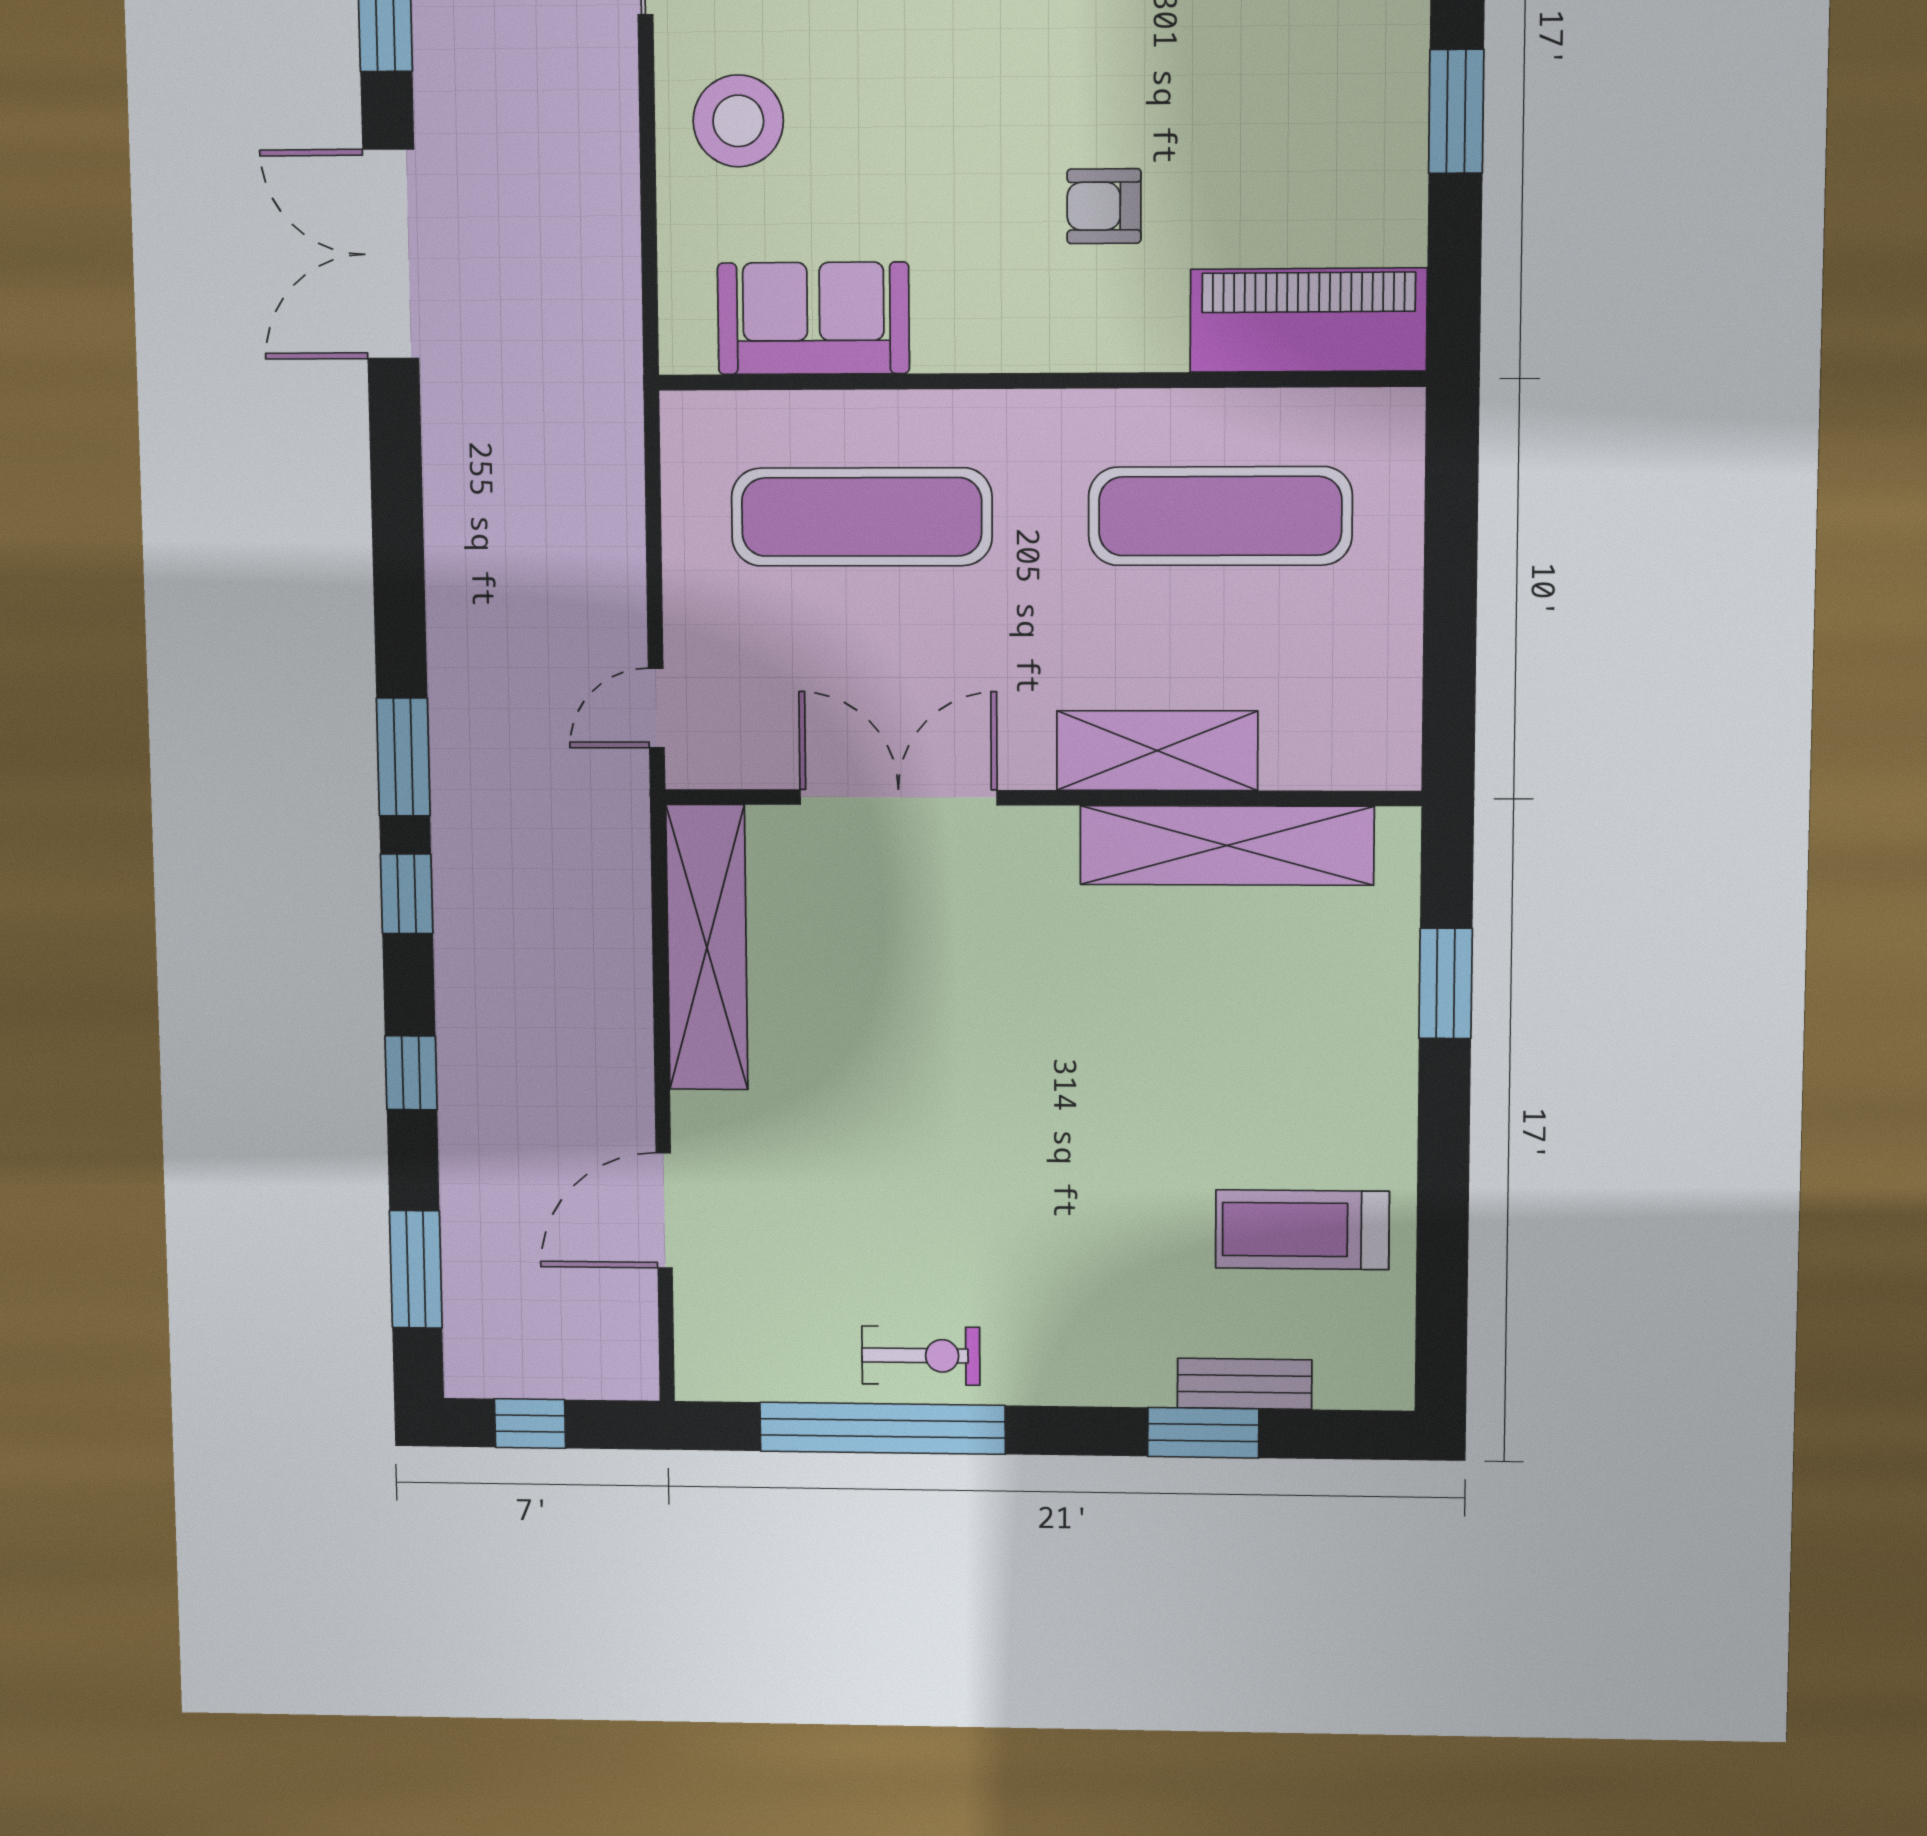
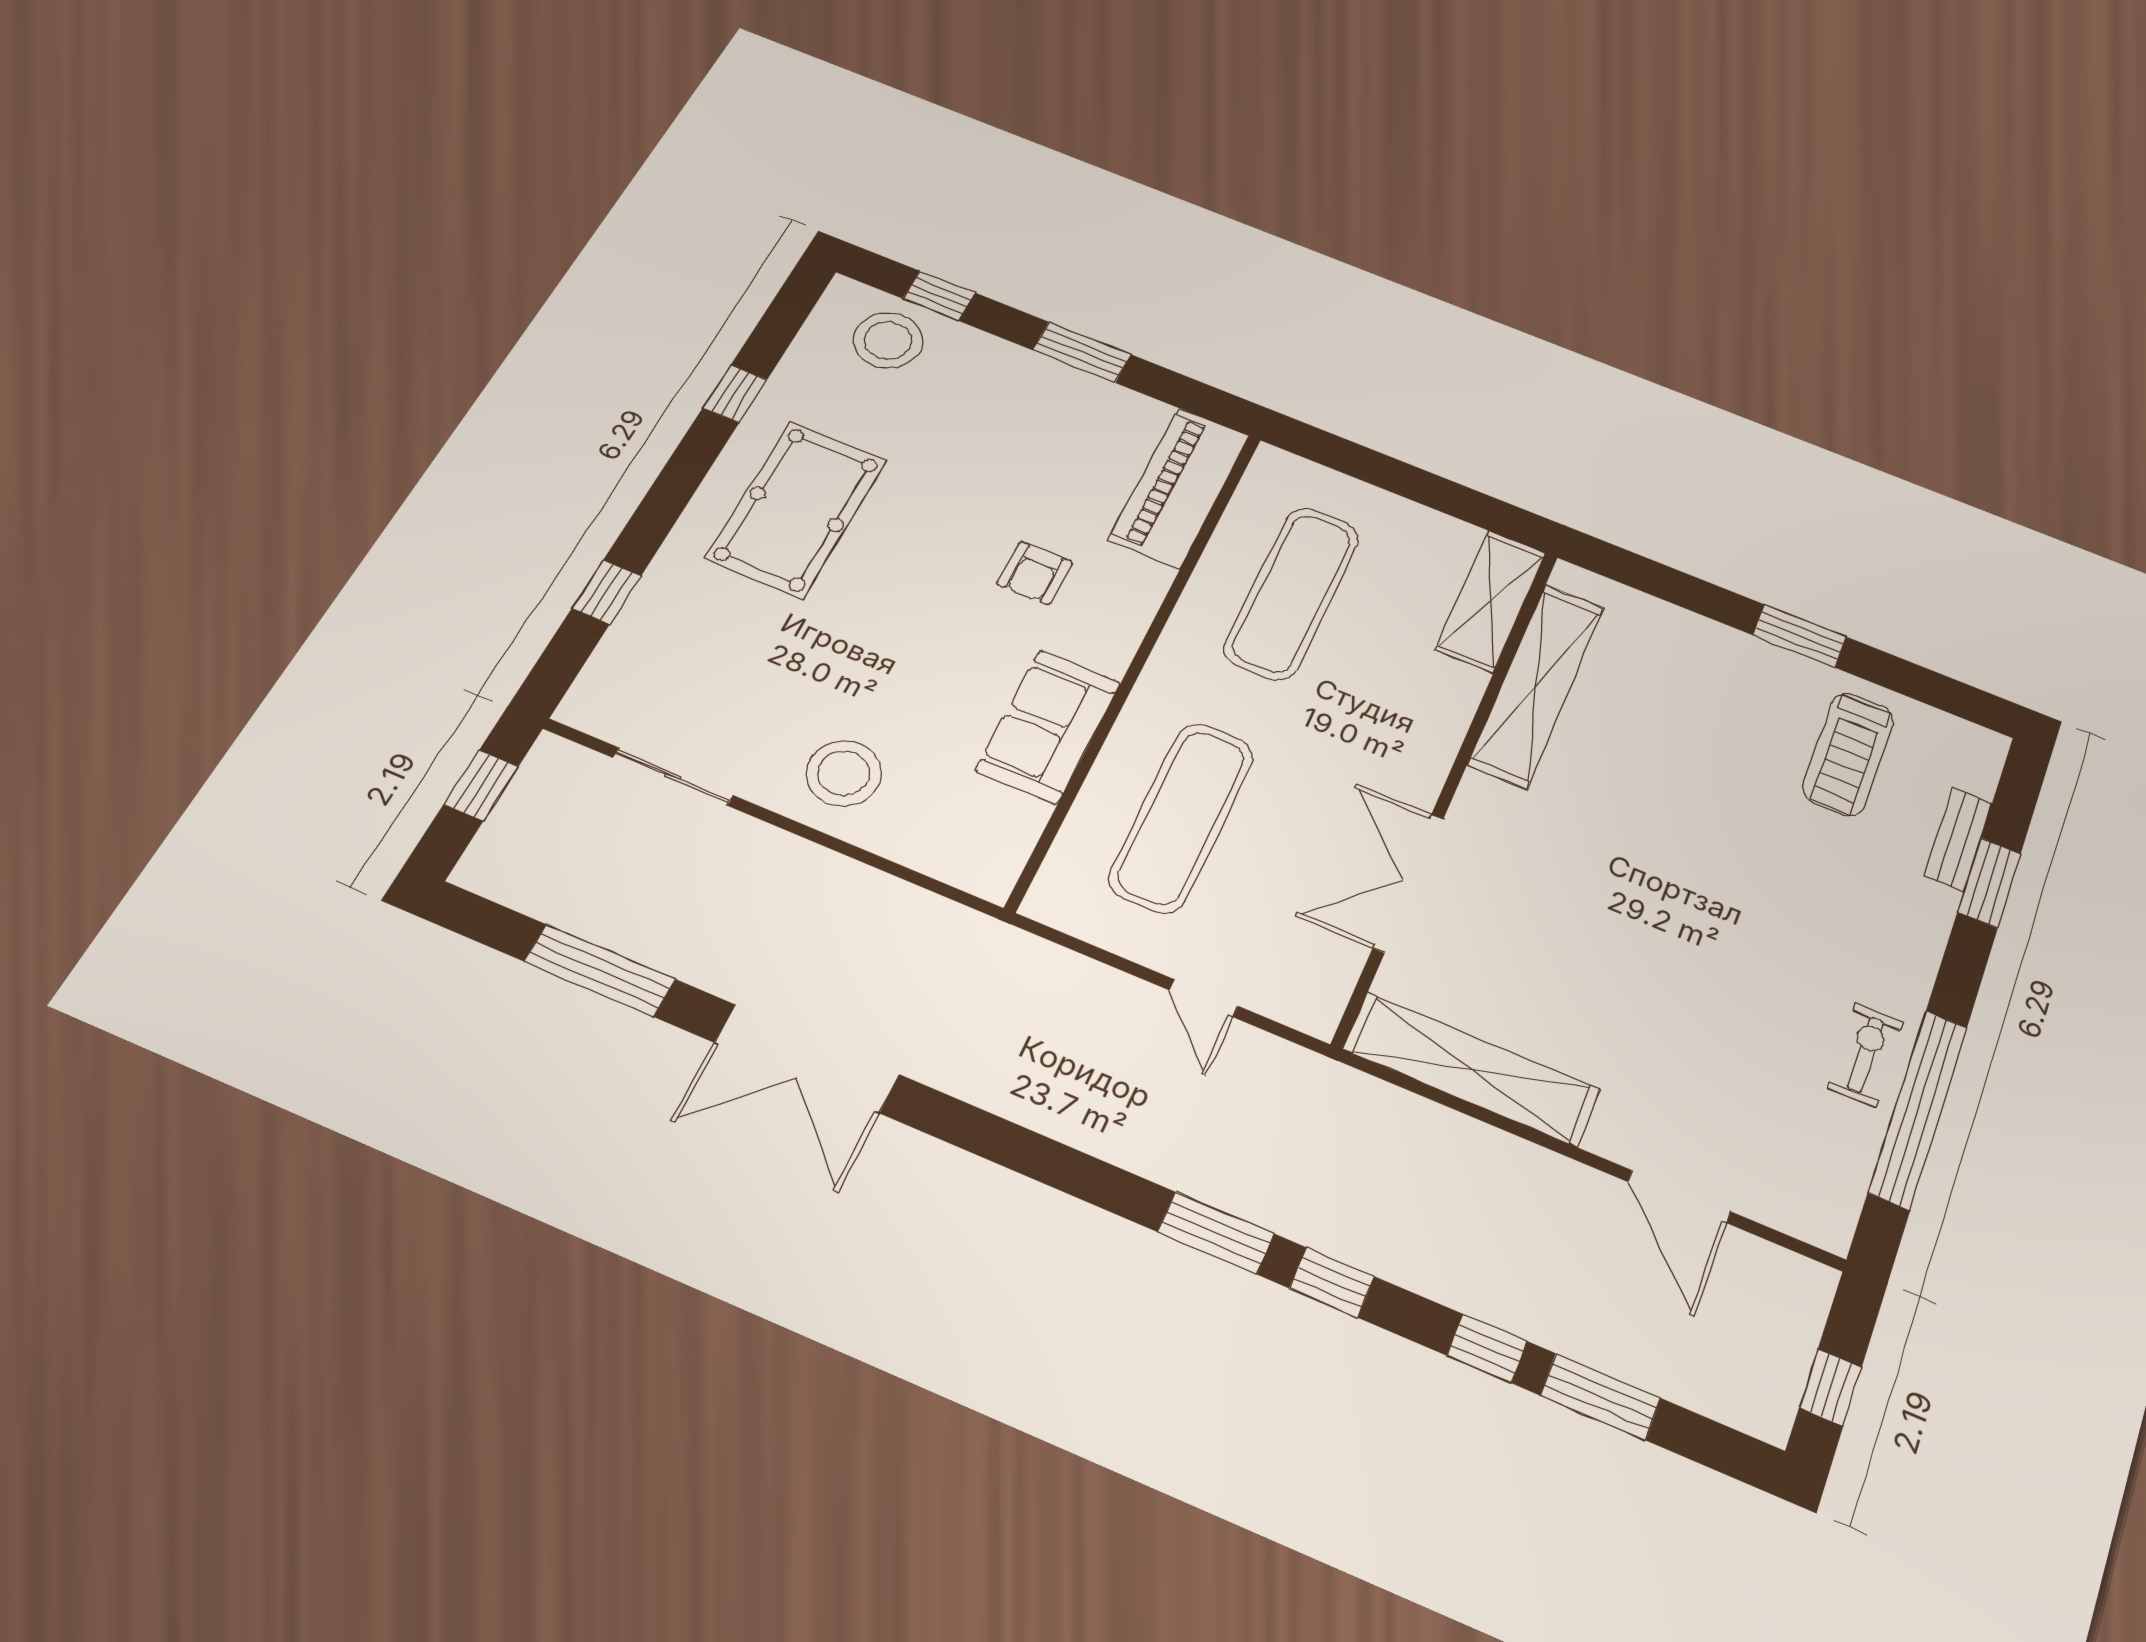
sofa: (813, 318) -> (1048, 726), moved
door: (656, 708) -> (1204, 998), moved
shelving: (1157, 751) -> (1491, 601), moved
window: (1446, 984) -> (1799, 636), moved
window: (416, 1269) -> (1600, 1397), moved

